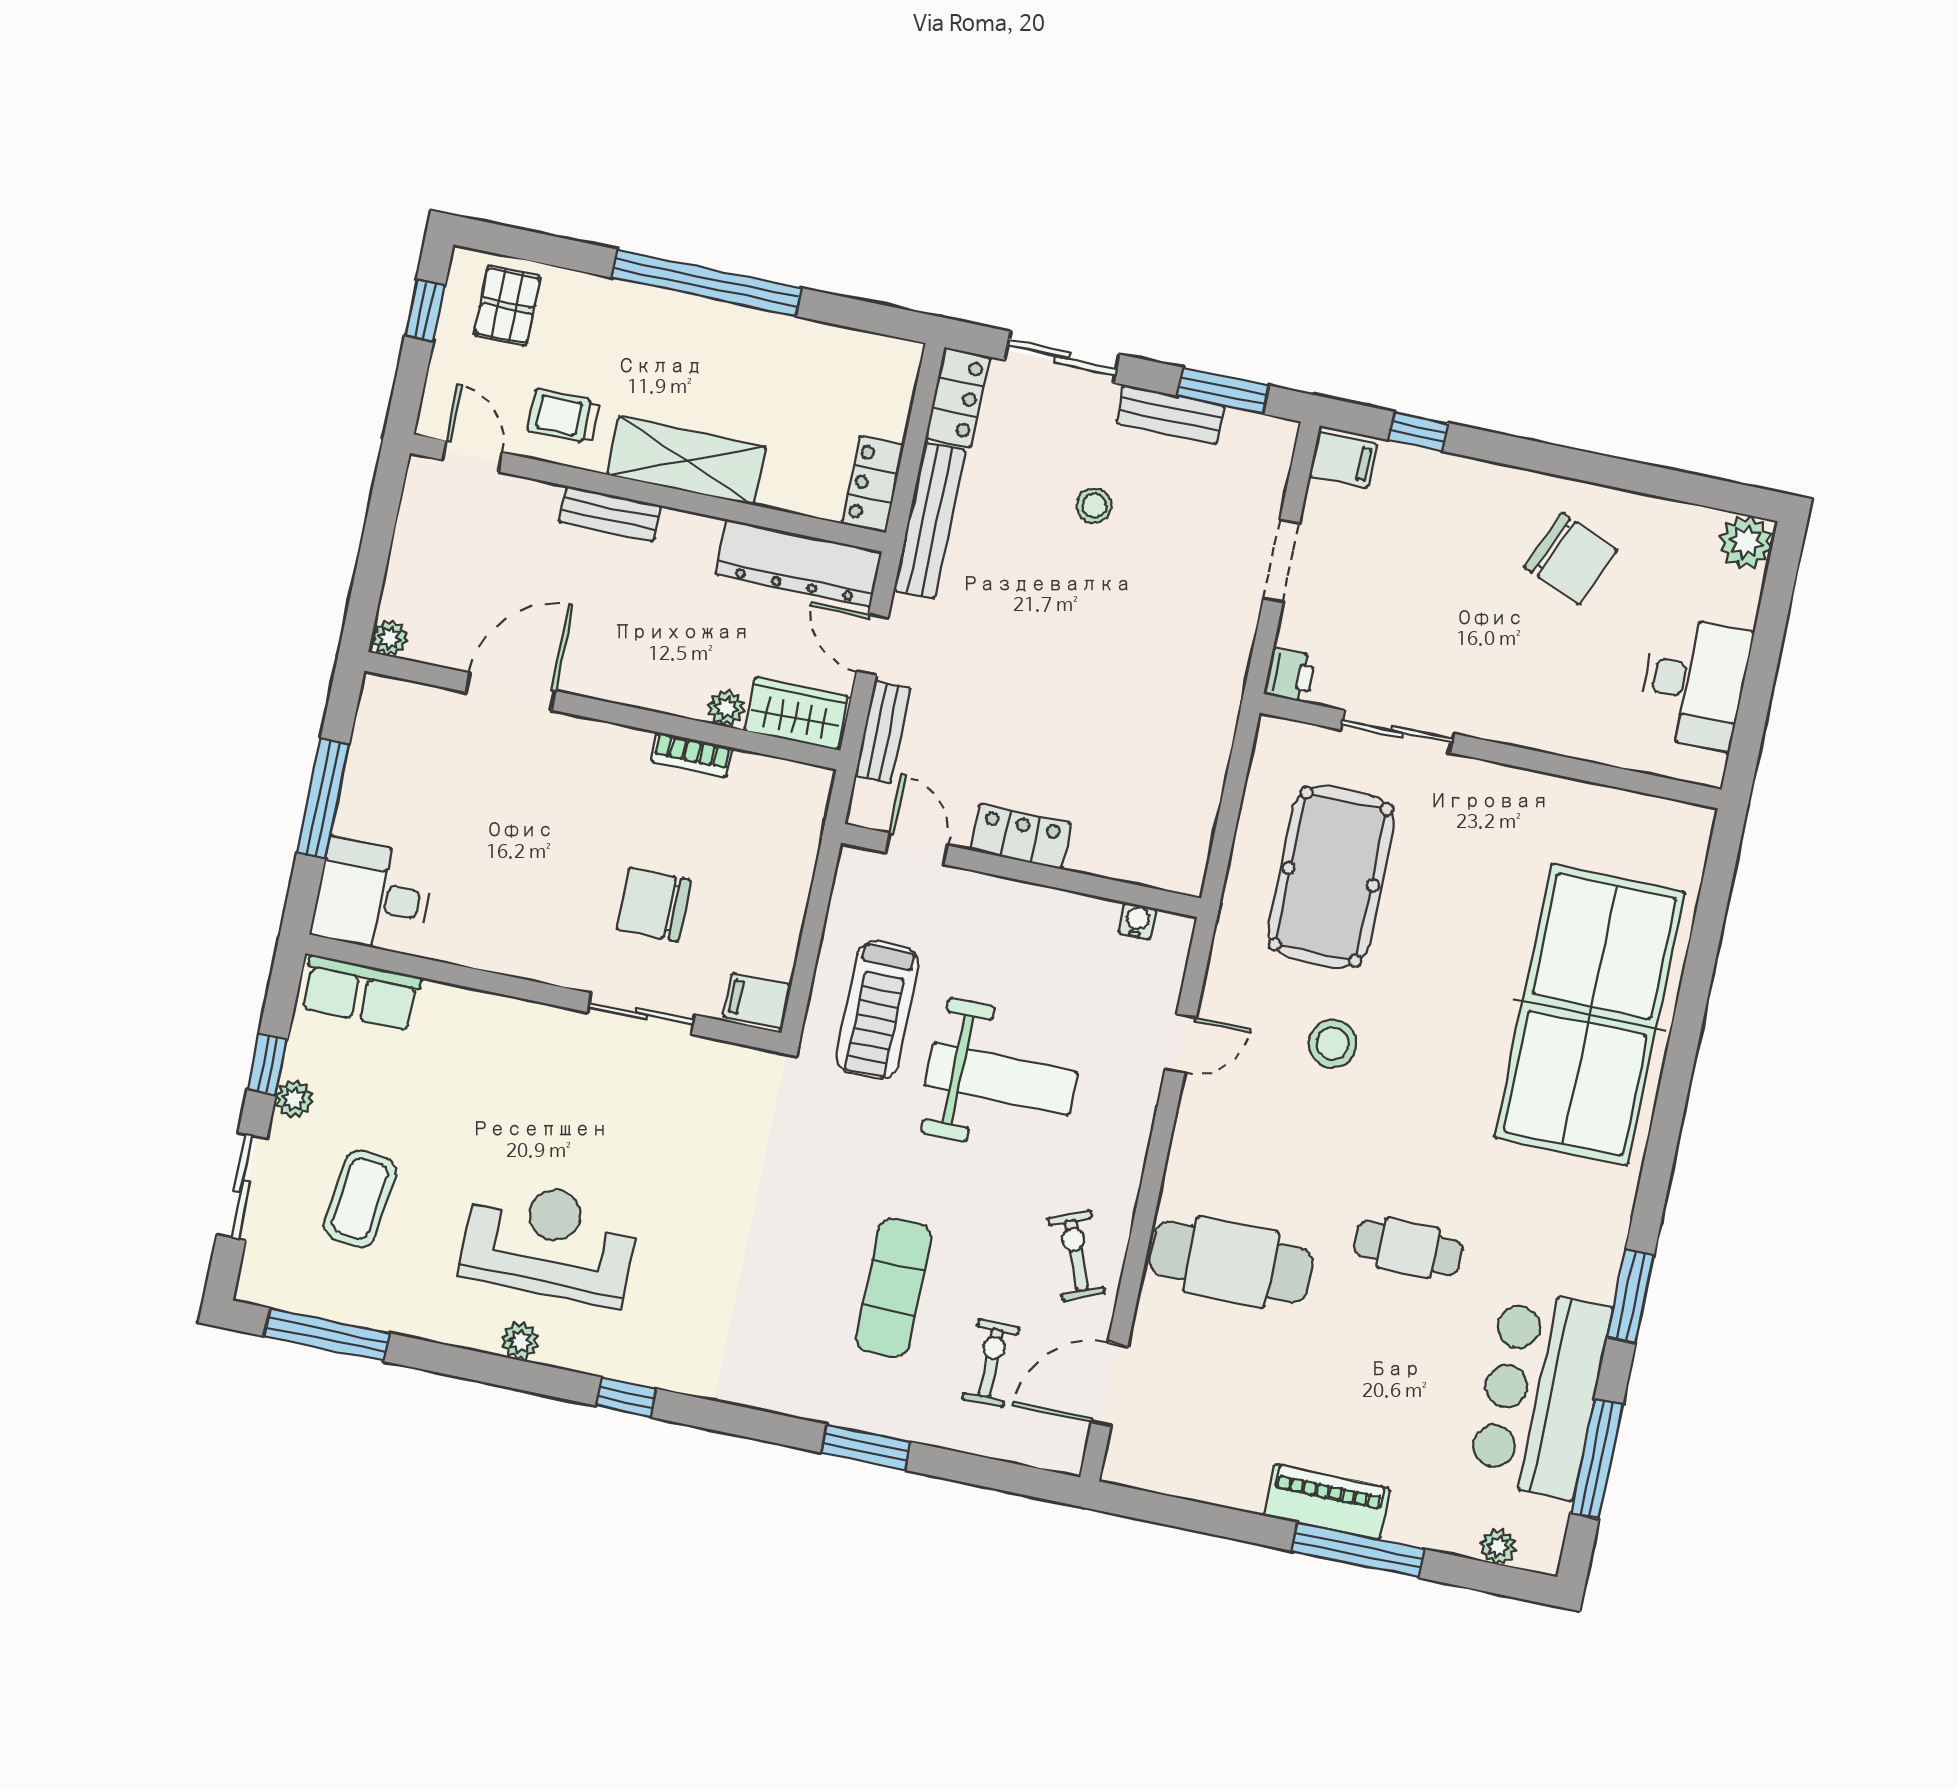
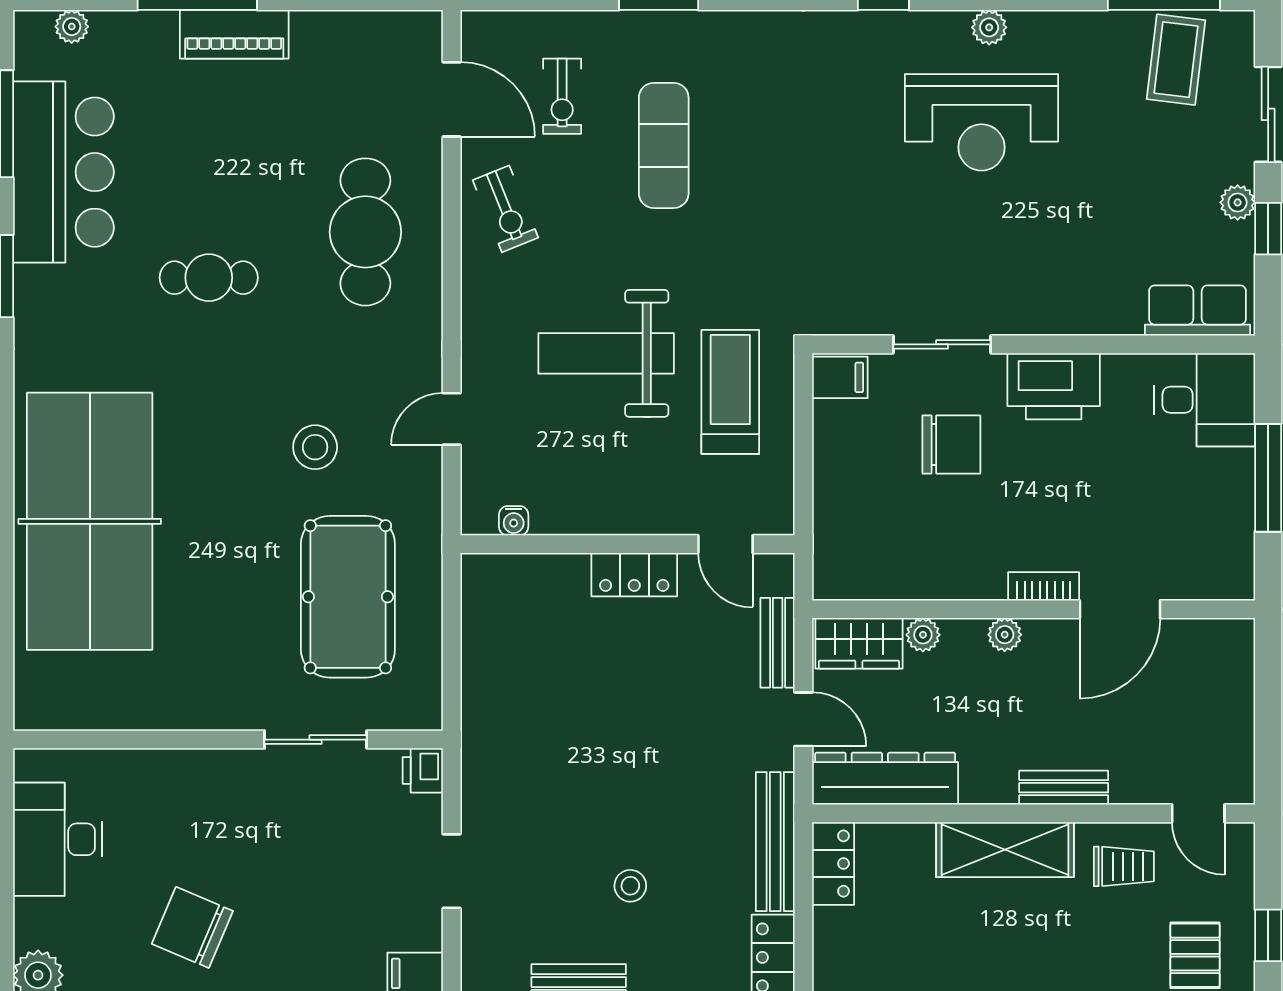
plant: (390, 638) -> (1005, 635), moved
bookcase: (692, 755) -> (1044, 586), moved
printer: (531, 944) -> (1054, 386), added
coffee table: (360, 1199) -> (1176, 60), moved
cafe table: (1231, 1262) -> (365, 232), turned 90
door: (1109, 1384) -> (452, 99), hinge flipped

